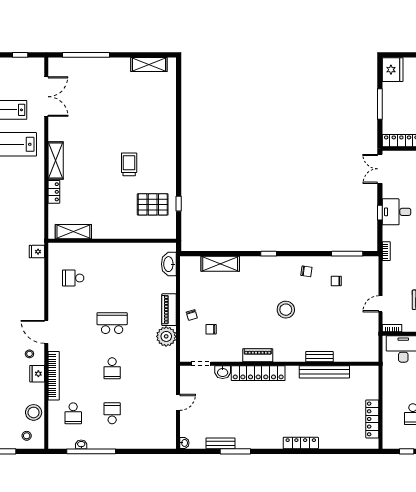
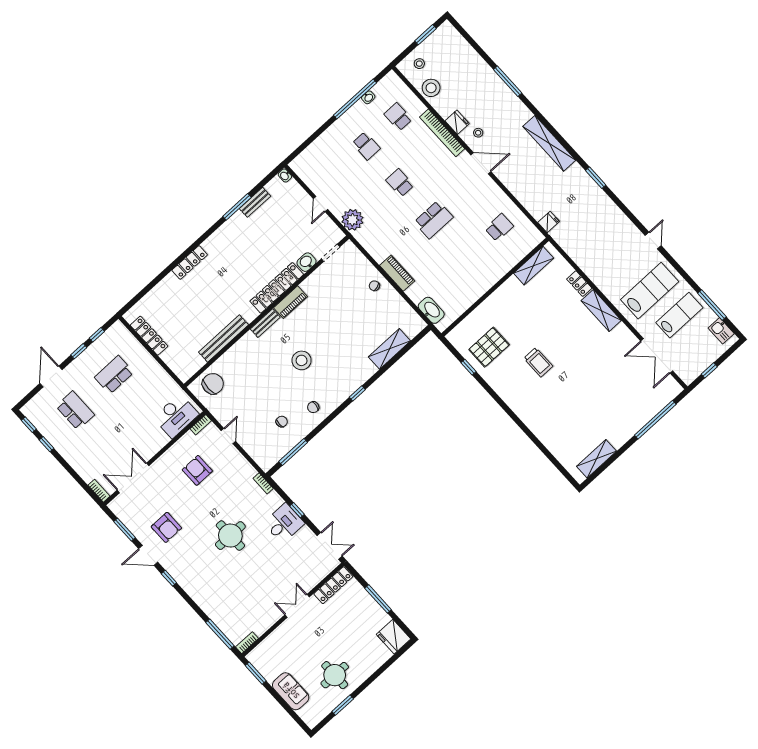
chair: (211, 329) -> (213, 384), moved, width x1.87, depth x1.87
plant: (166, 336) -> (352, 220), moved
bench: (319, 357) -> (265, 323), moved

